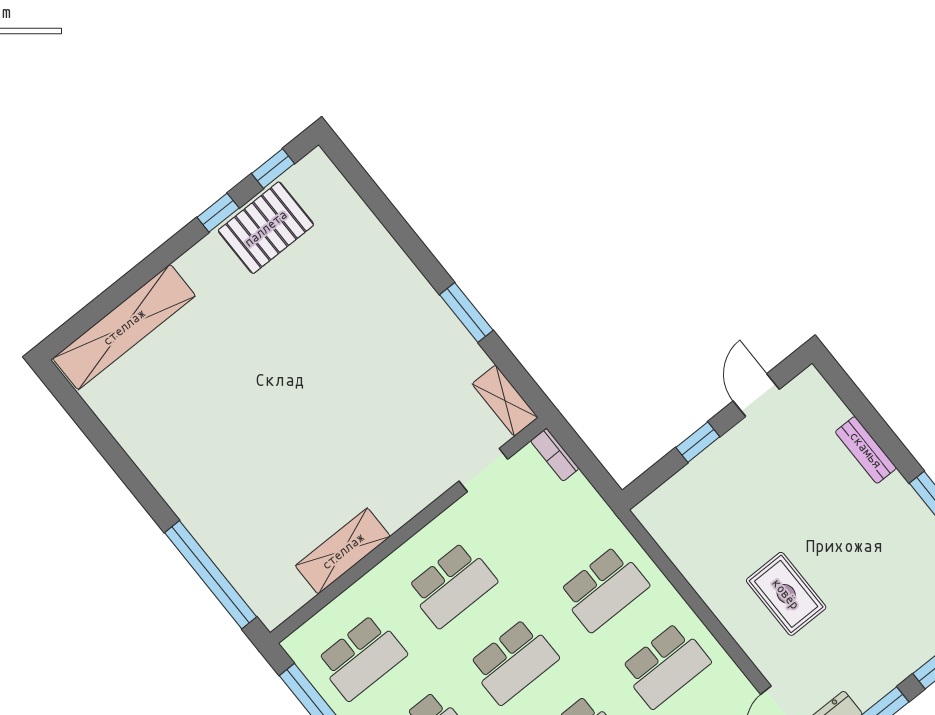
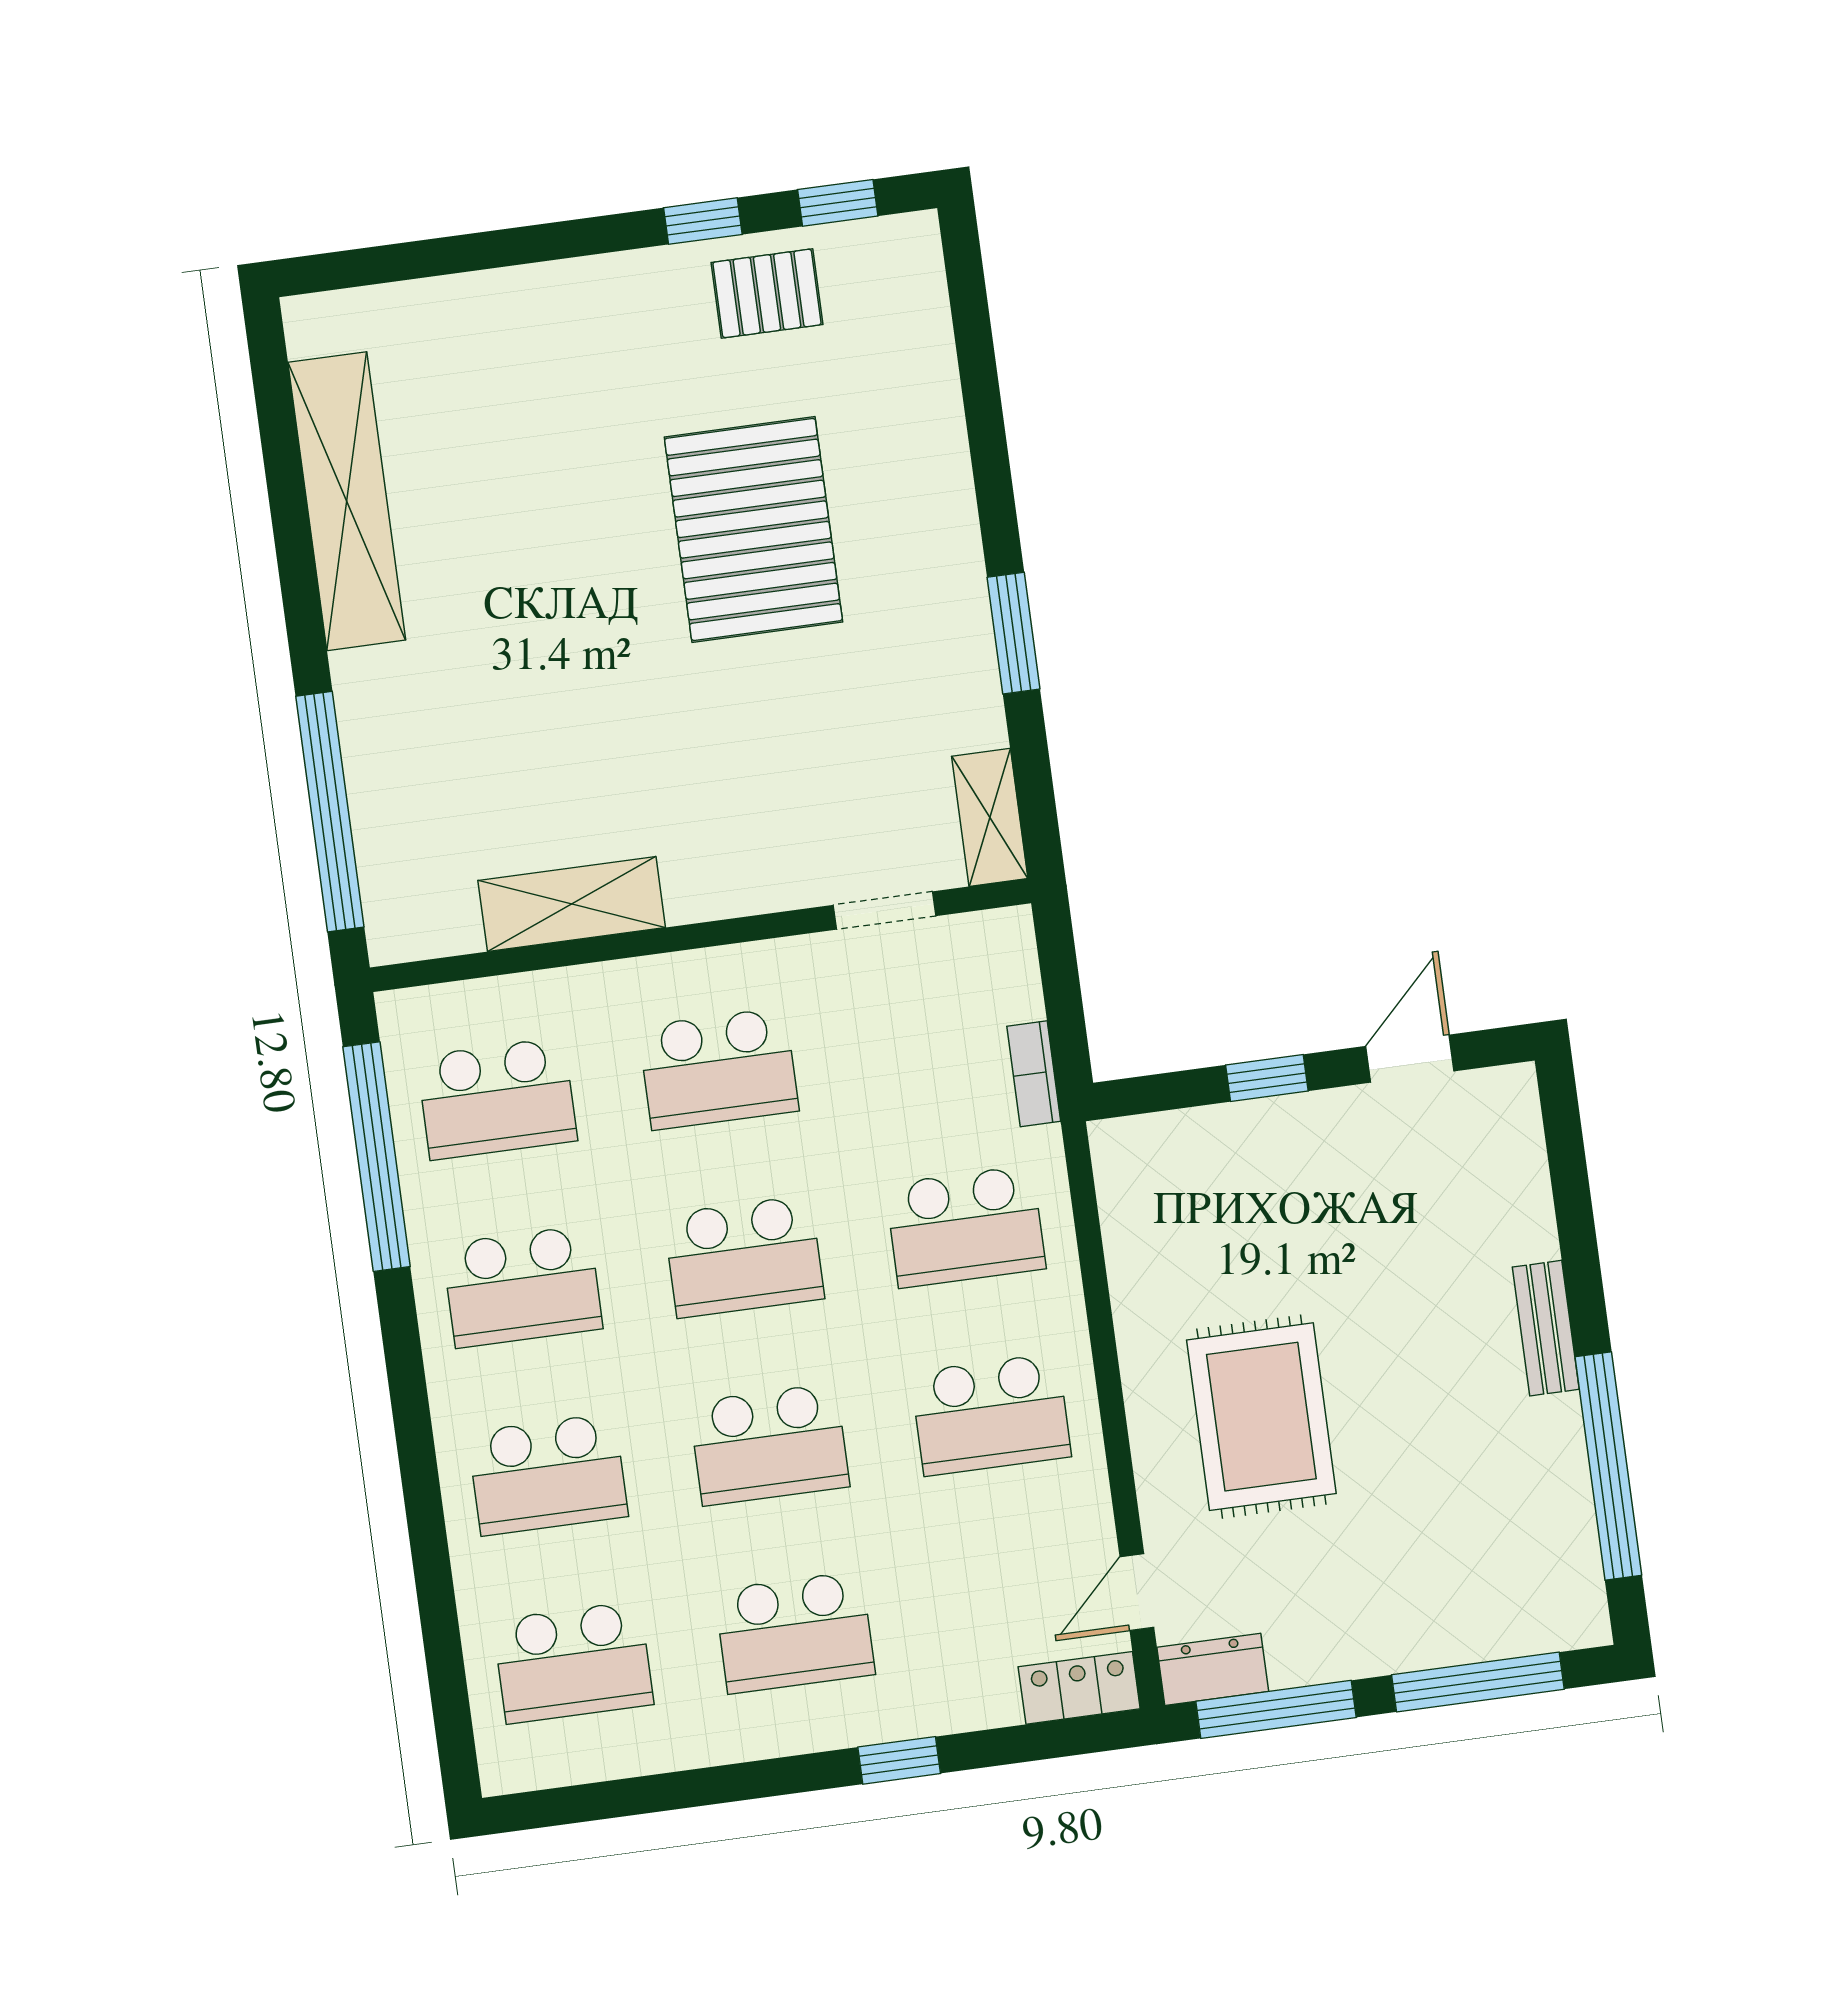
pallet: (266, 228) -> (767, 293), width x0.67, depth x0.71
shelving: (124, 327) -> (347, 501), moved, turned 90
pallet: (323, 336) -> (753, 529), added
bench: (866, 450) -> (1546, 1328), moved
bookcase: (555, 455) -> (1034, 1074), moved
rug: (786, 594) -> (1261, 1417), width x1.36, depth x1.43

